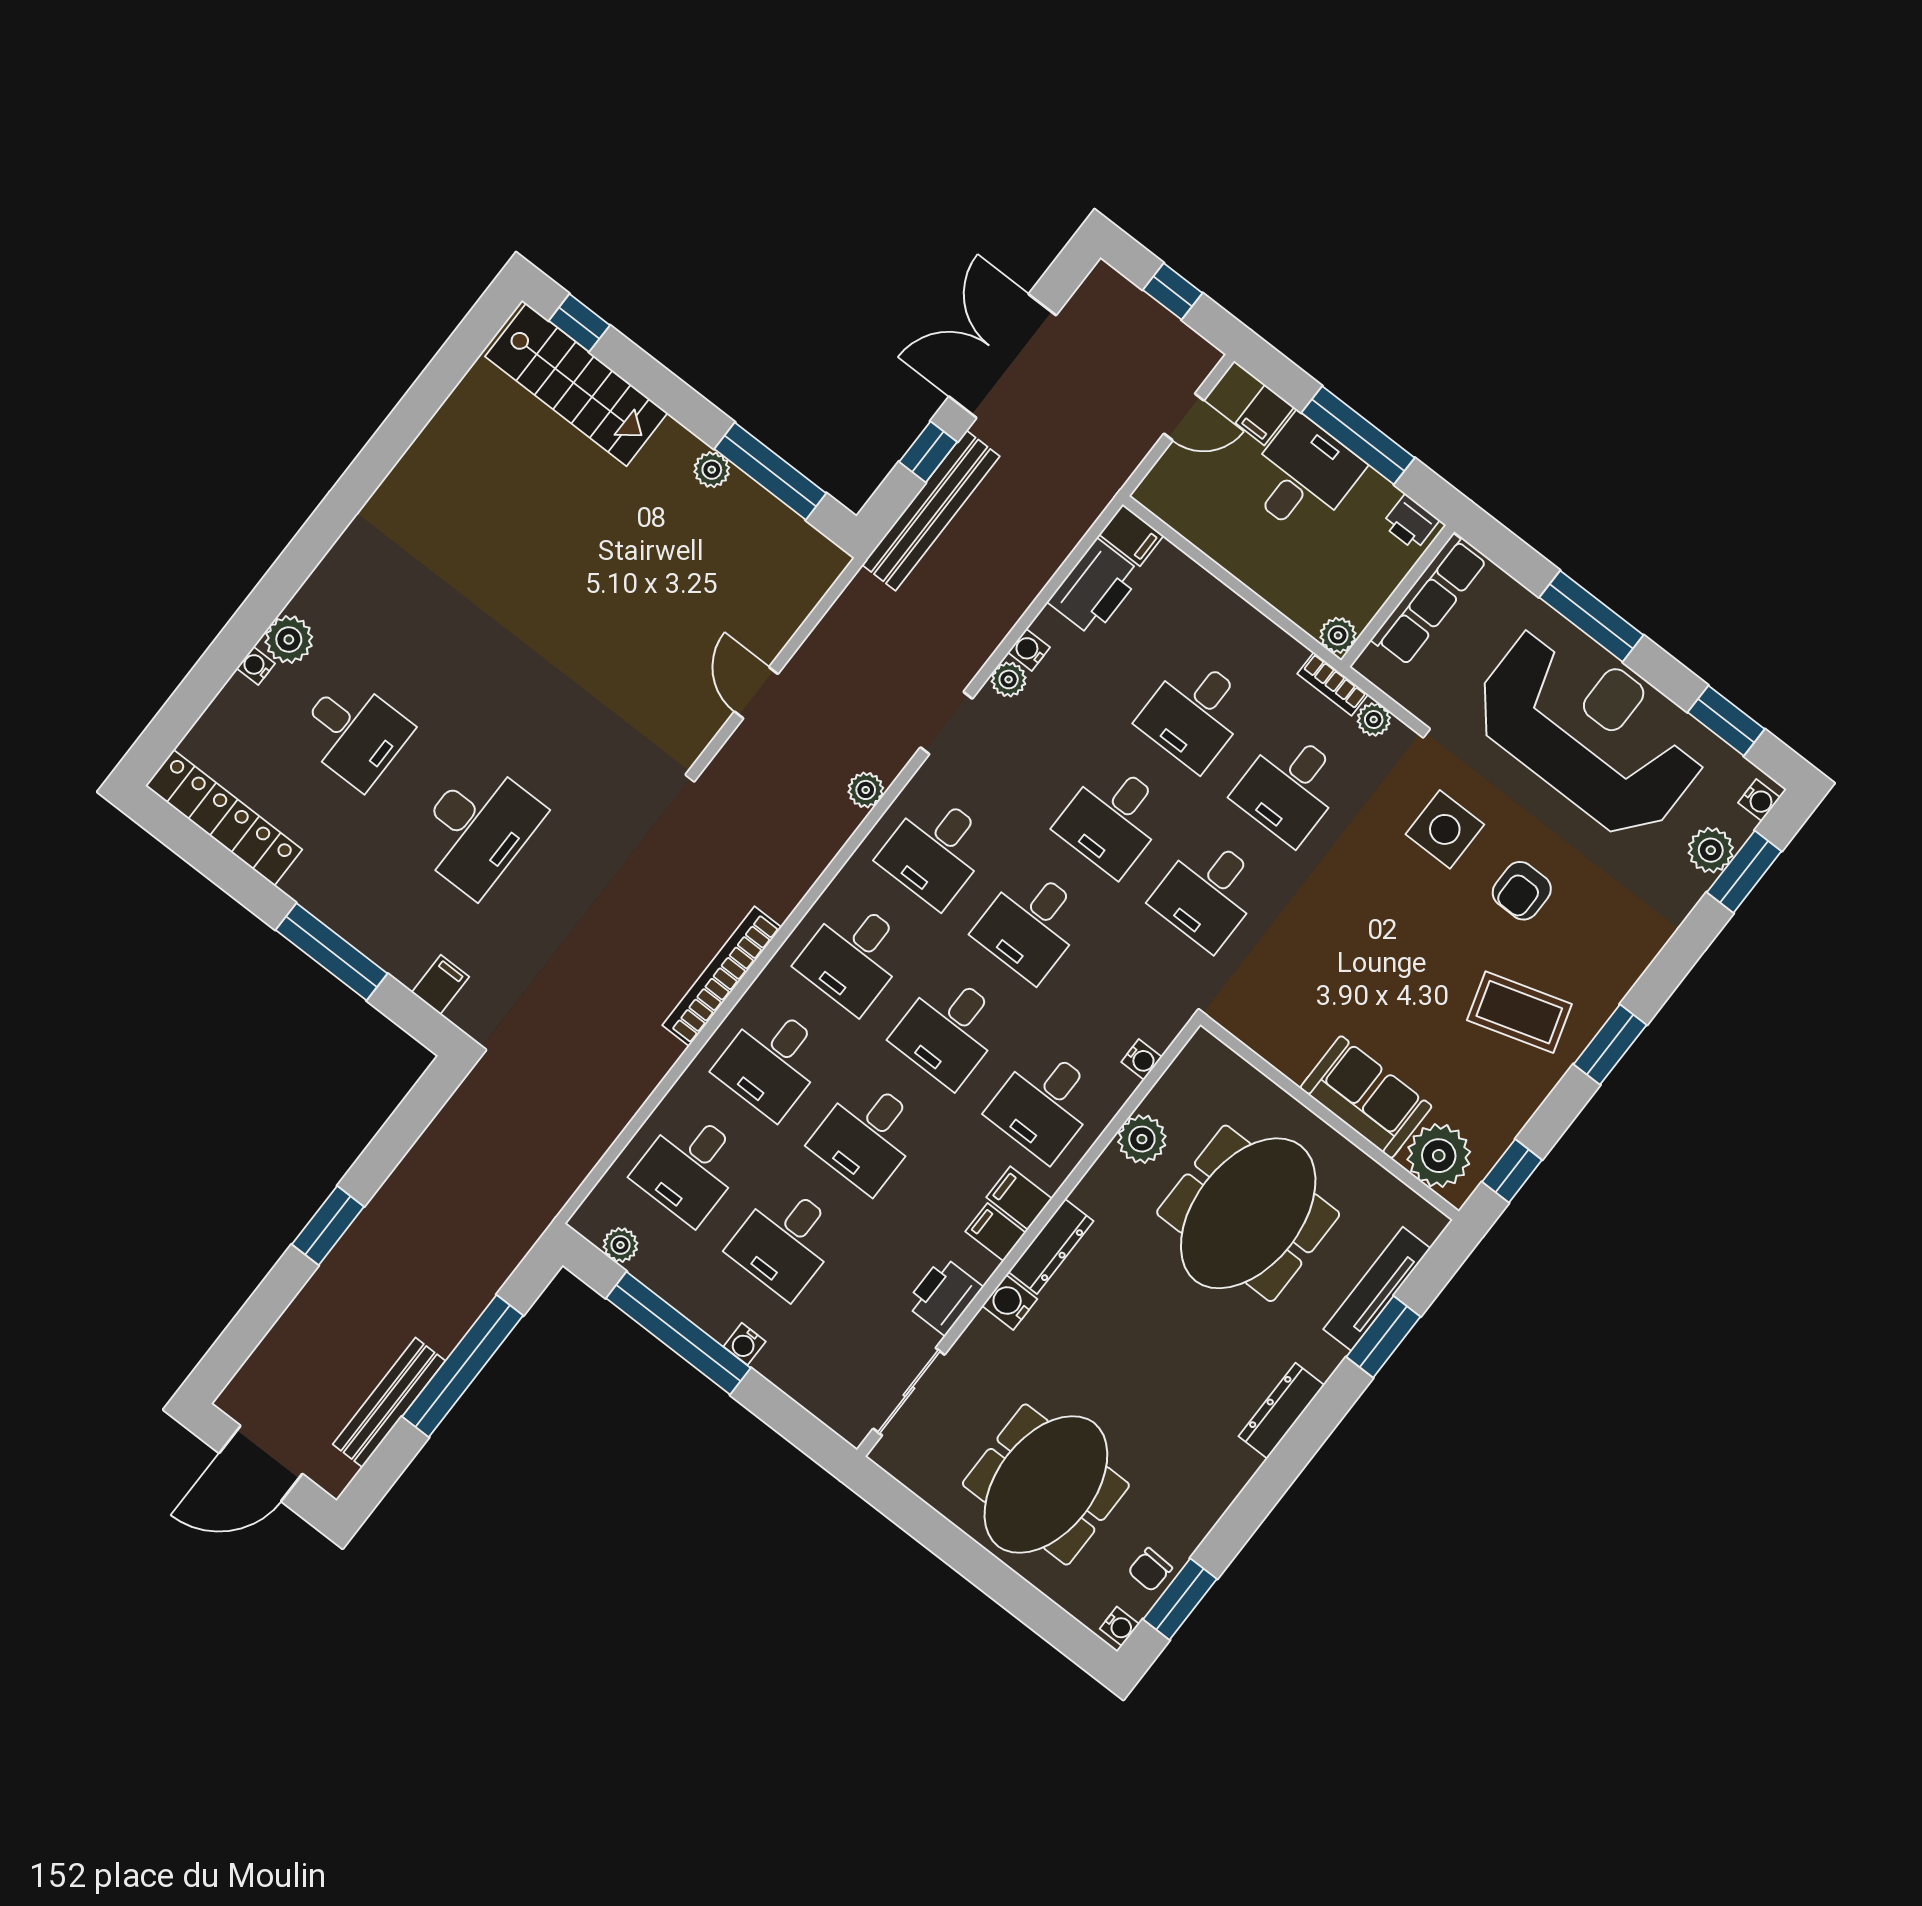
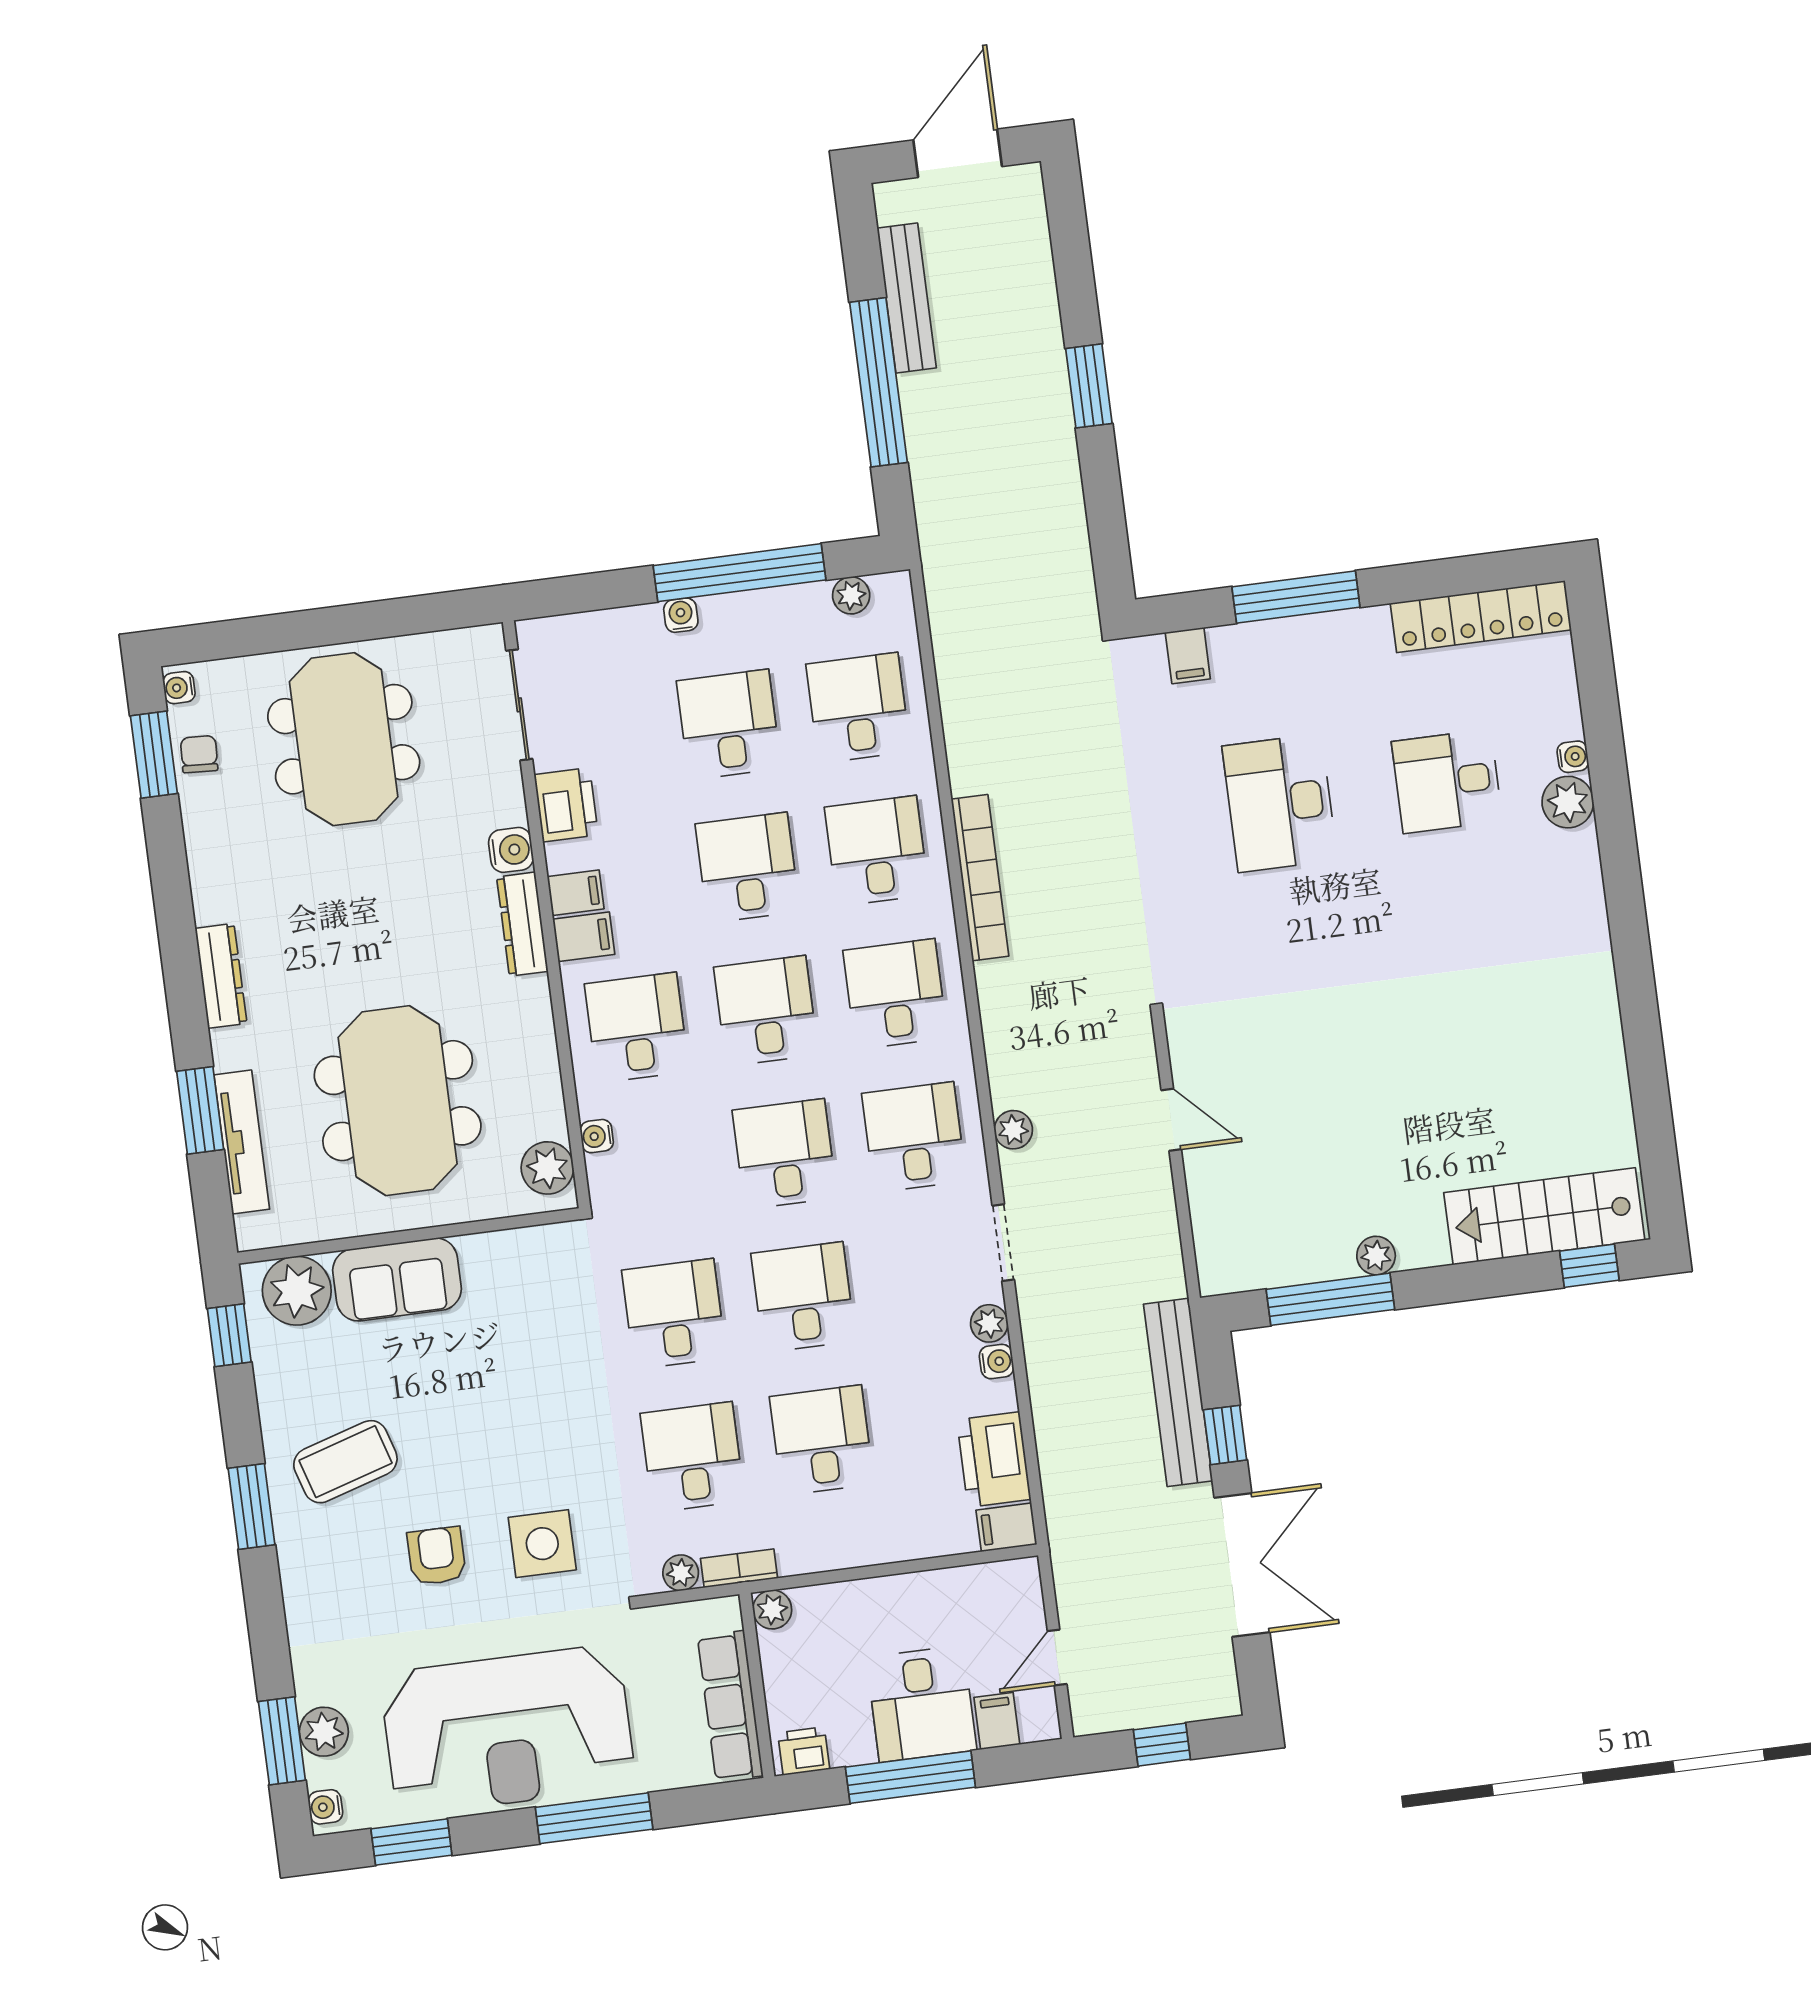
plant: (1142, 1139) -> (547, 1168), moved

